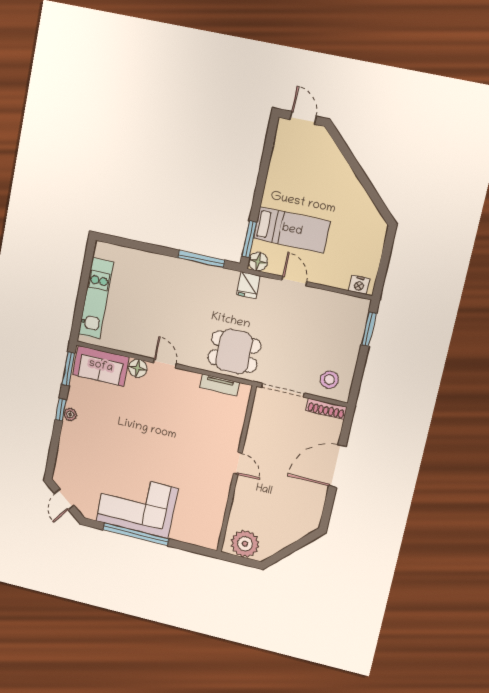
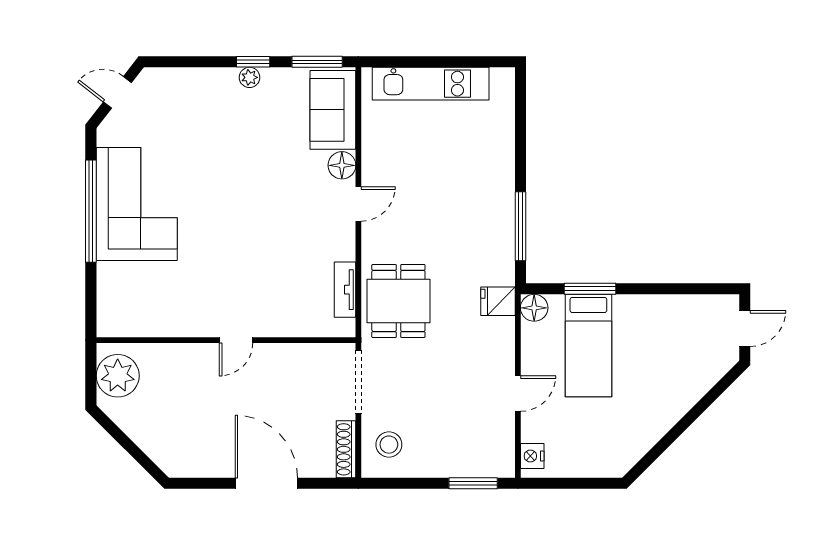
window: (249, 239) -> (590, 289), moved
door: (294, 281) -> (518, 394), moved

